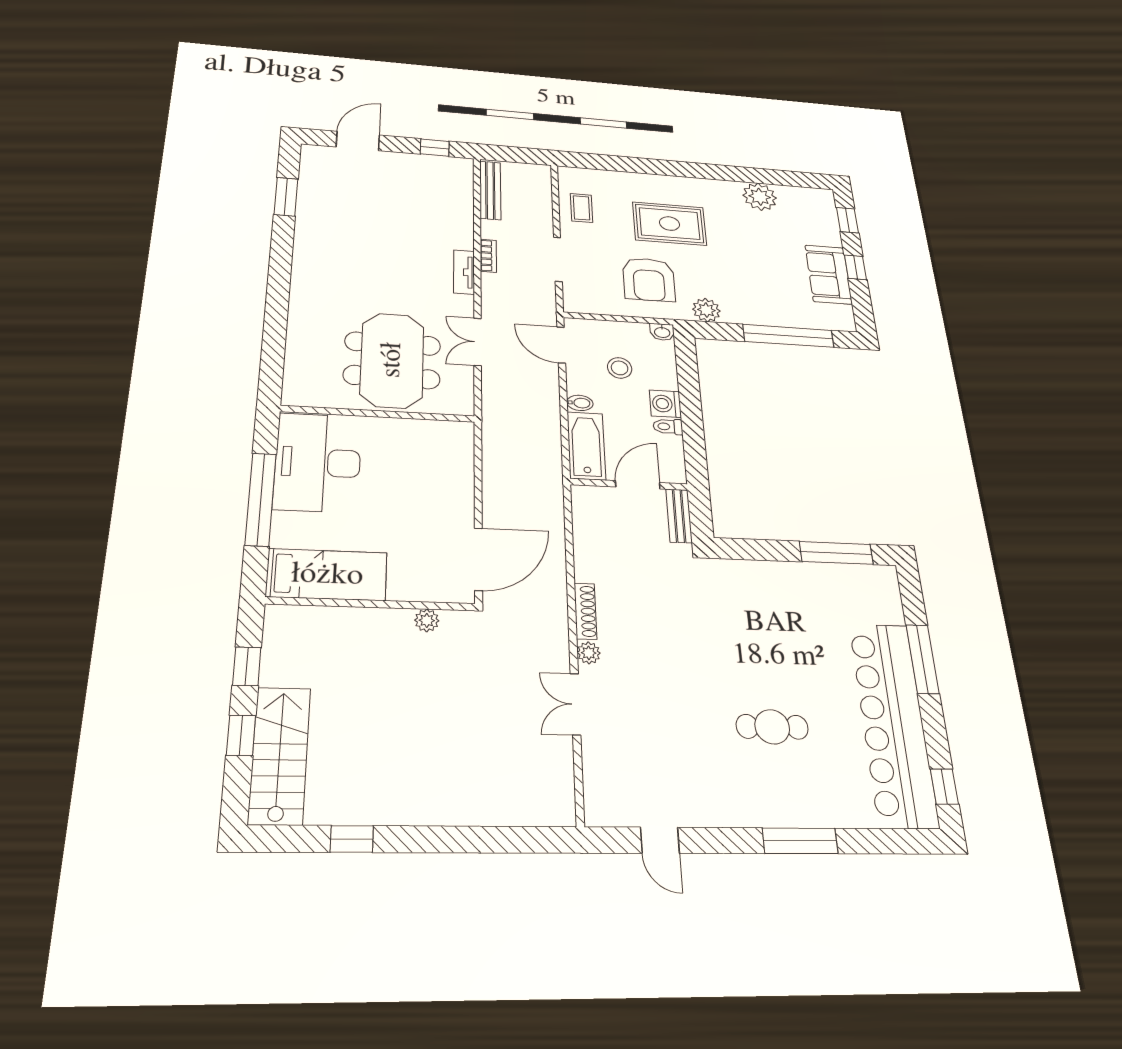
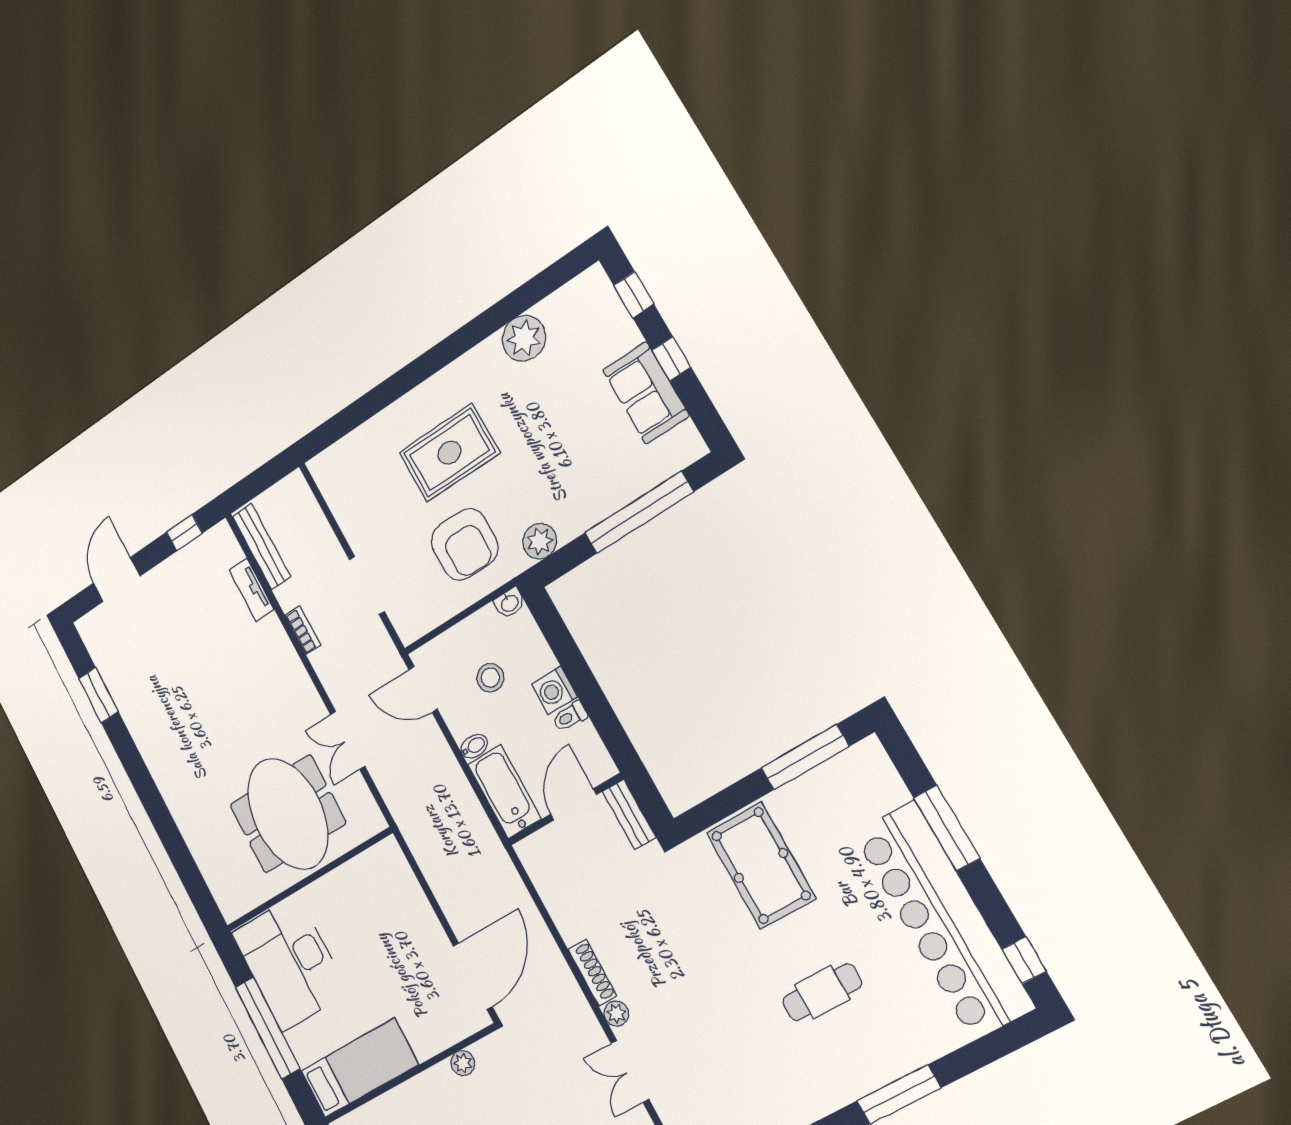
coffee table: (582, 208) -> (355, 501), removed
tv unit: (464, 272) -> (252, 590), moved
pool table: (767, 608) -> (761, 866), added

